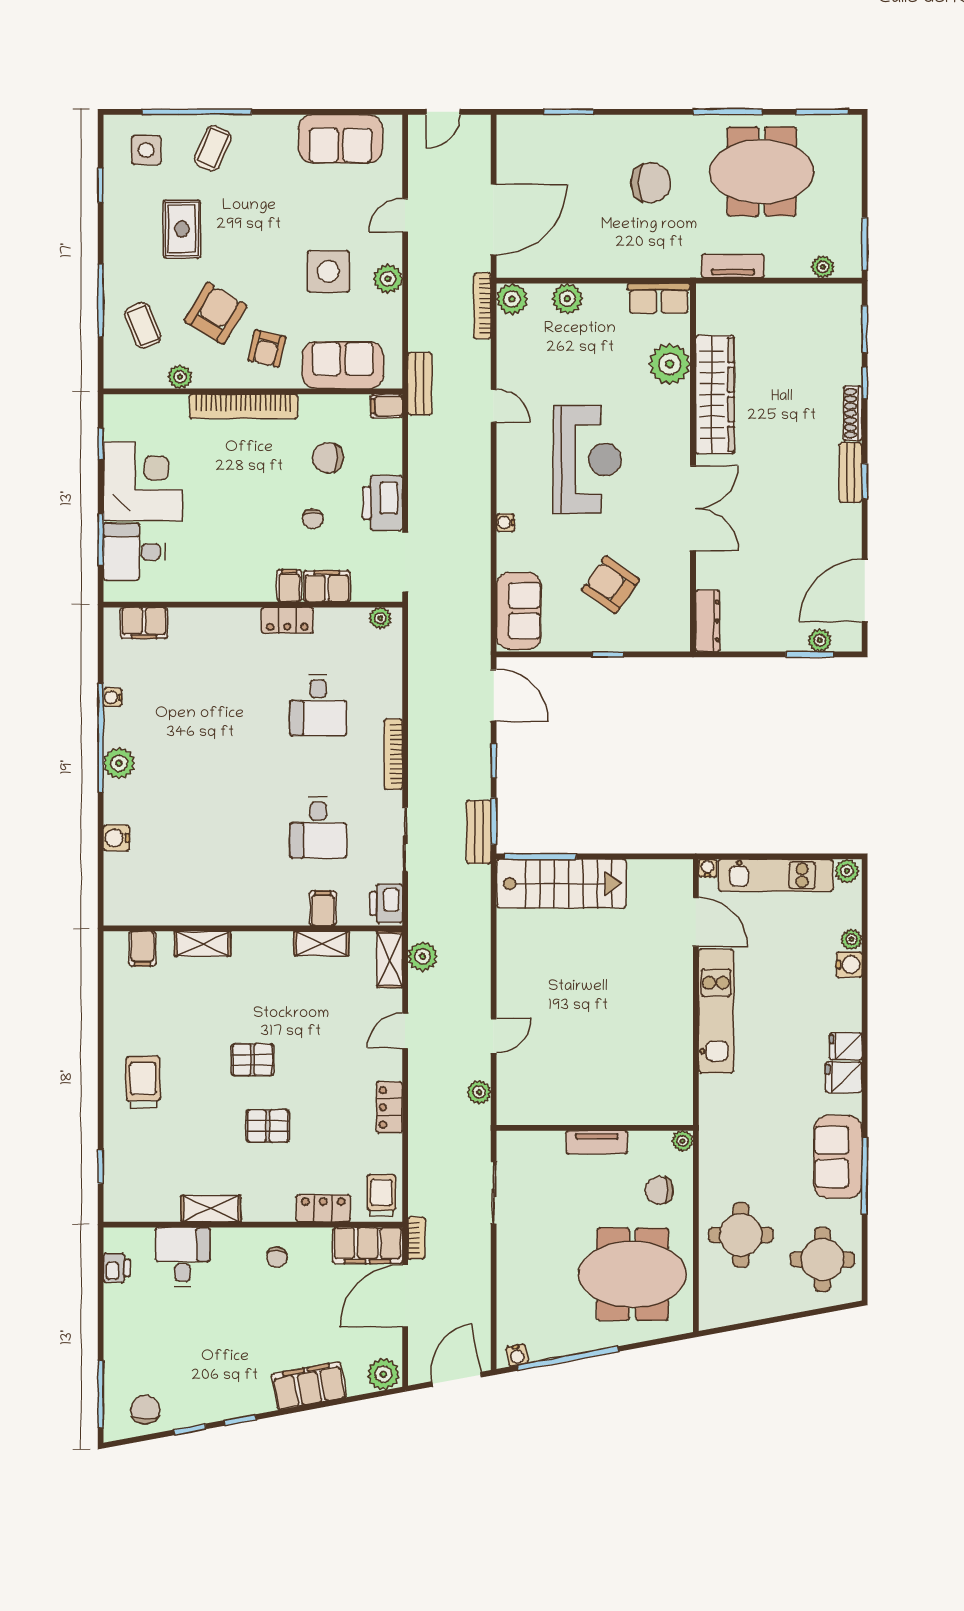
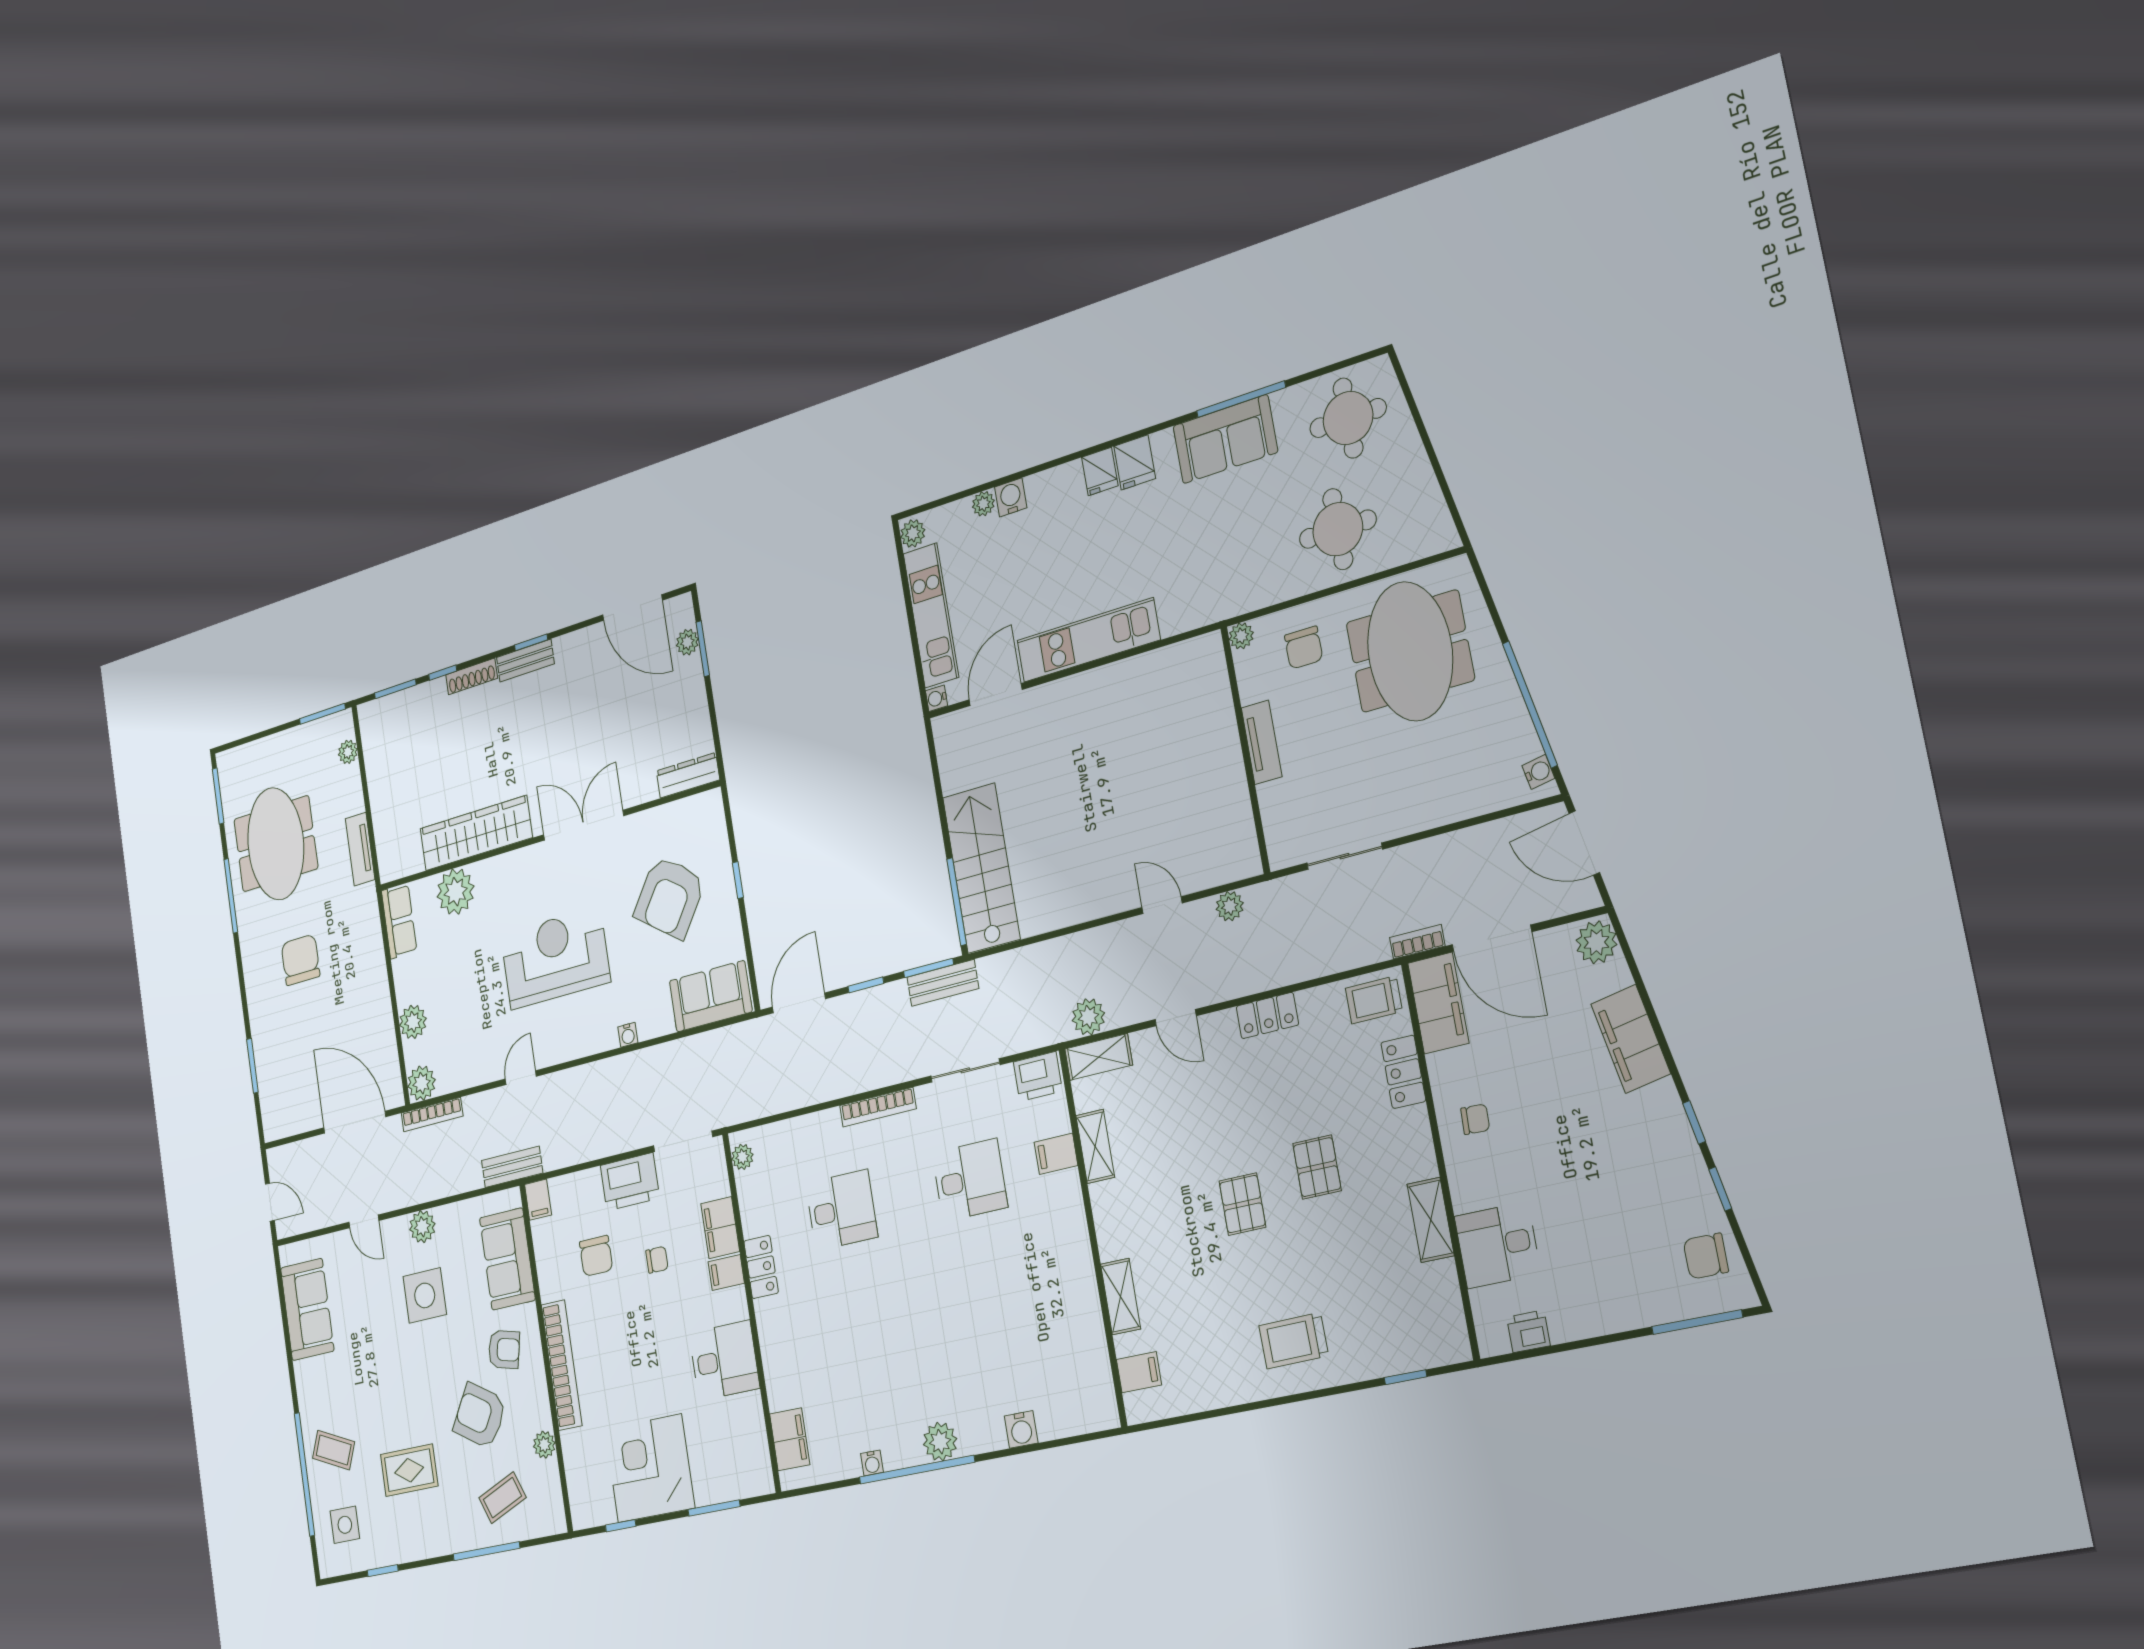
desk: (134, 552) -> (724, 1360), moved, turned -90
armchair: (611, 585) -> (670, 897), width x1.36, depth x1.36

